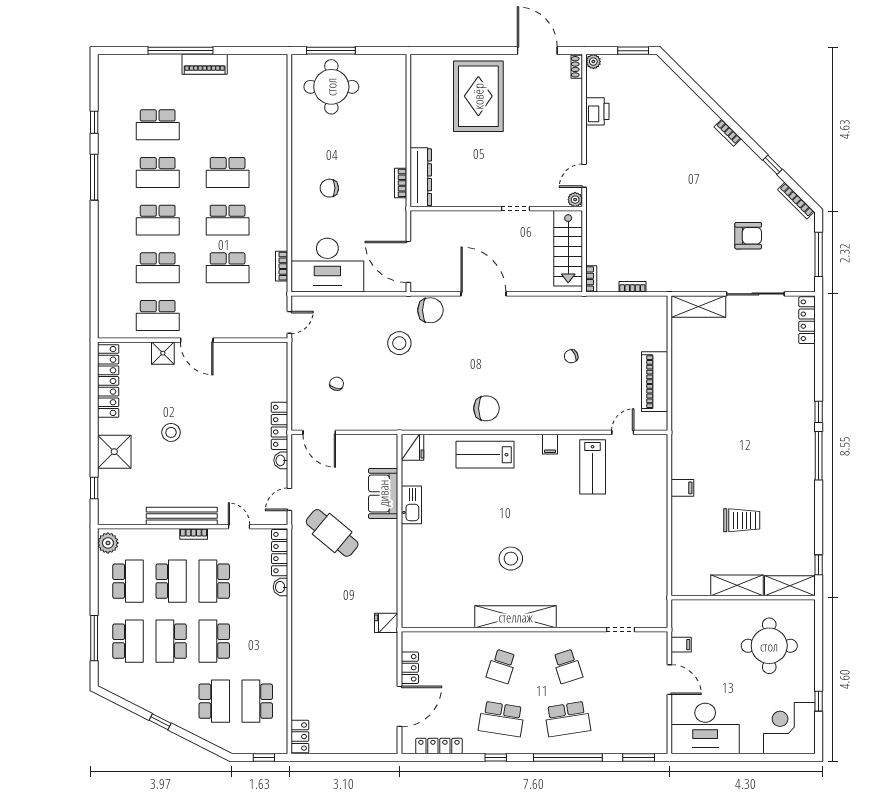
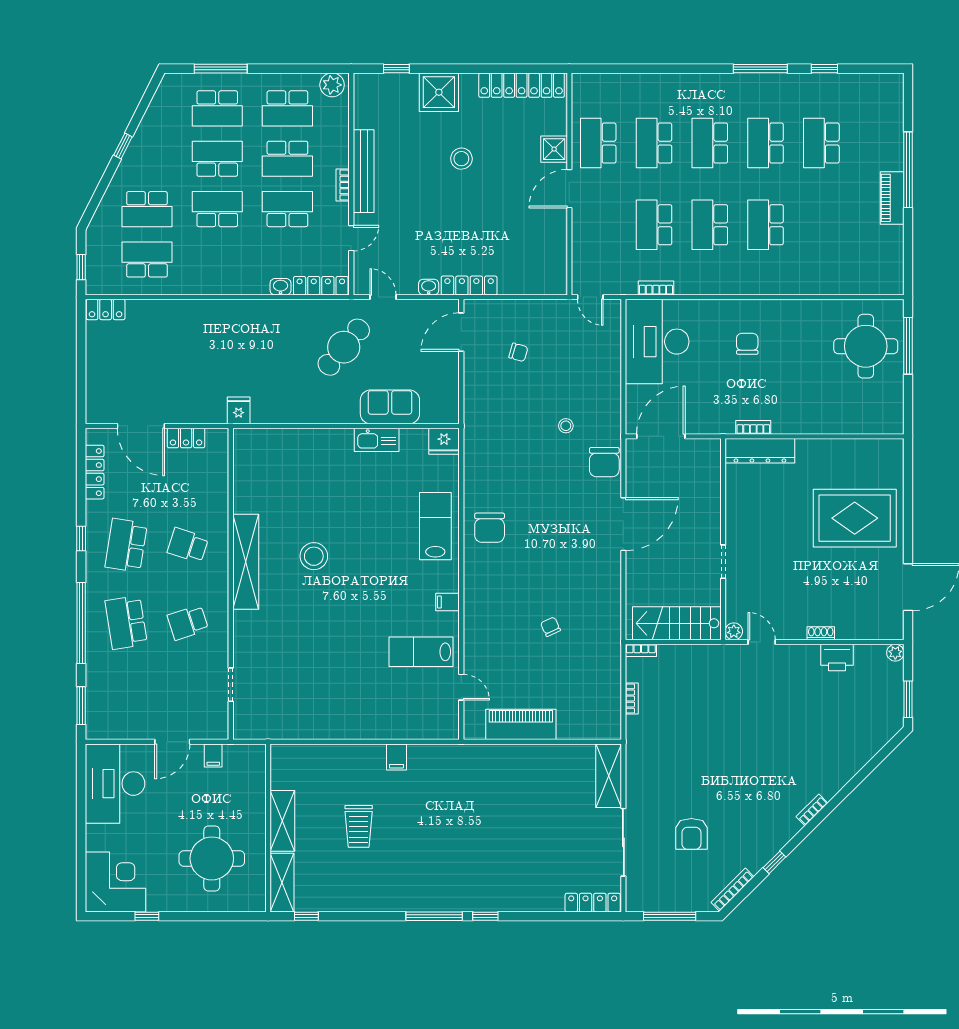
shoe rack: (577, 67) -> (821, 633), moved
stool: (399, 343) -> (566, 426), width x0.53, depth x0.53

